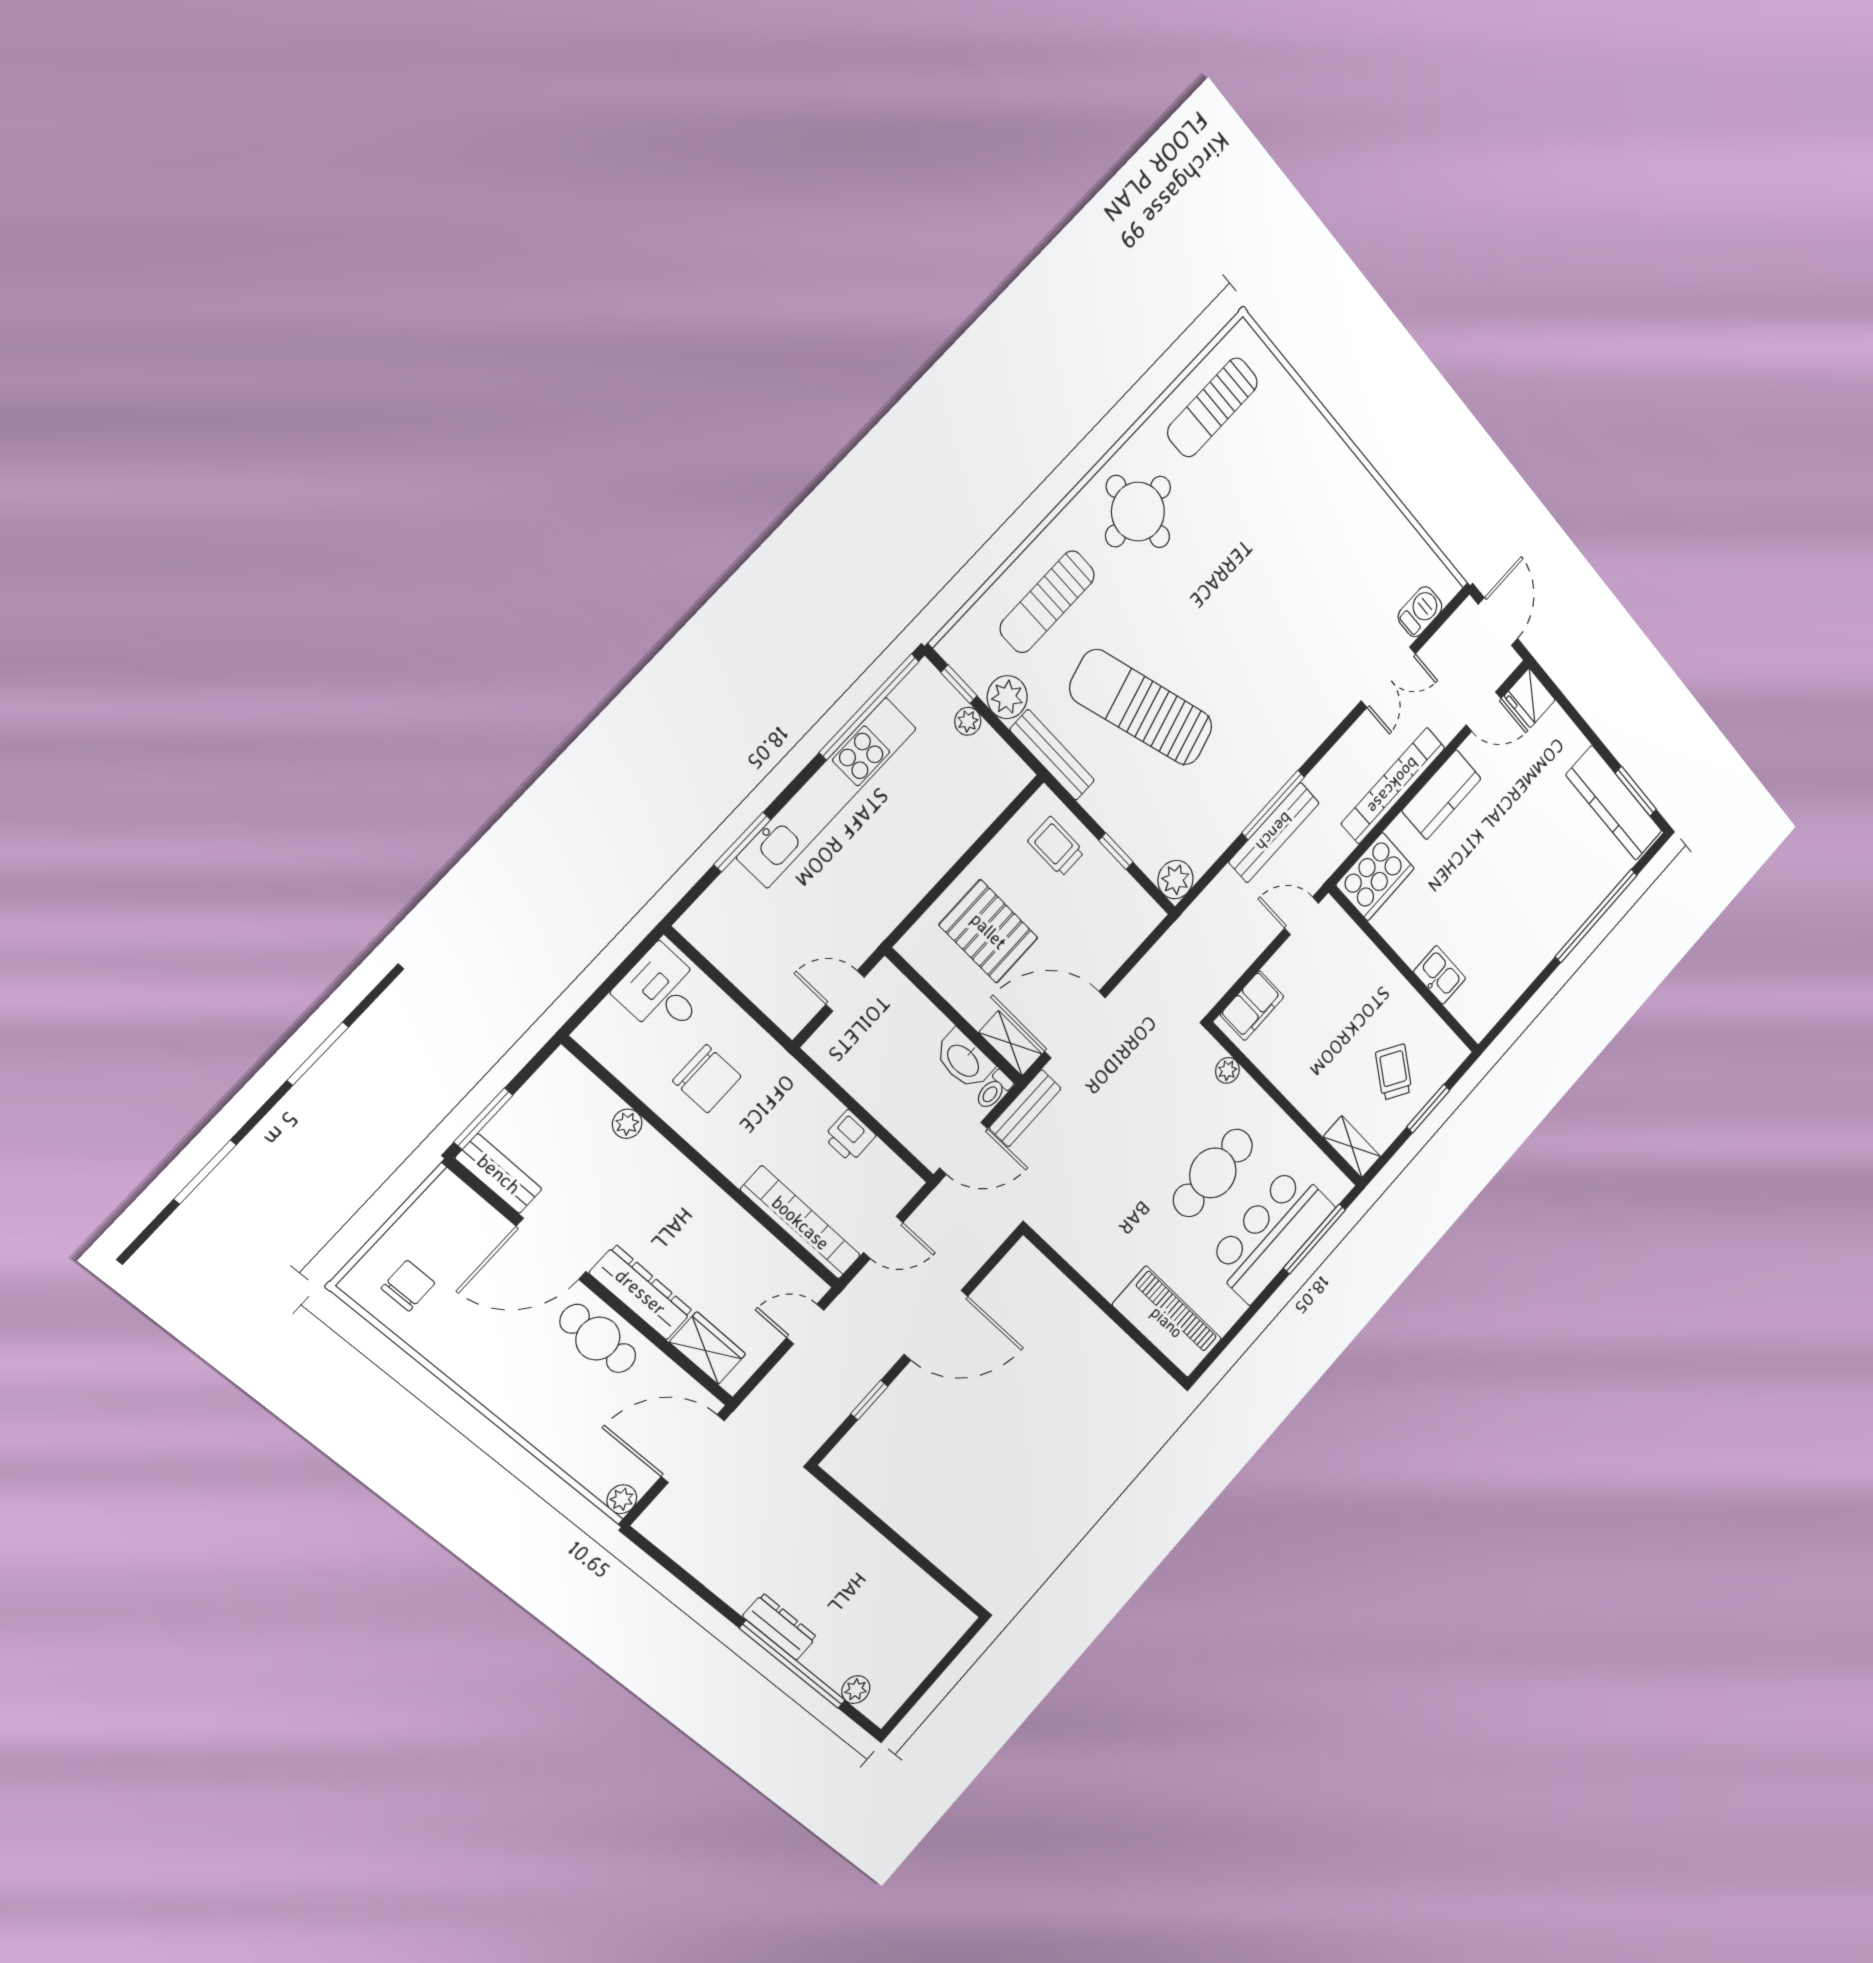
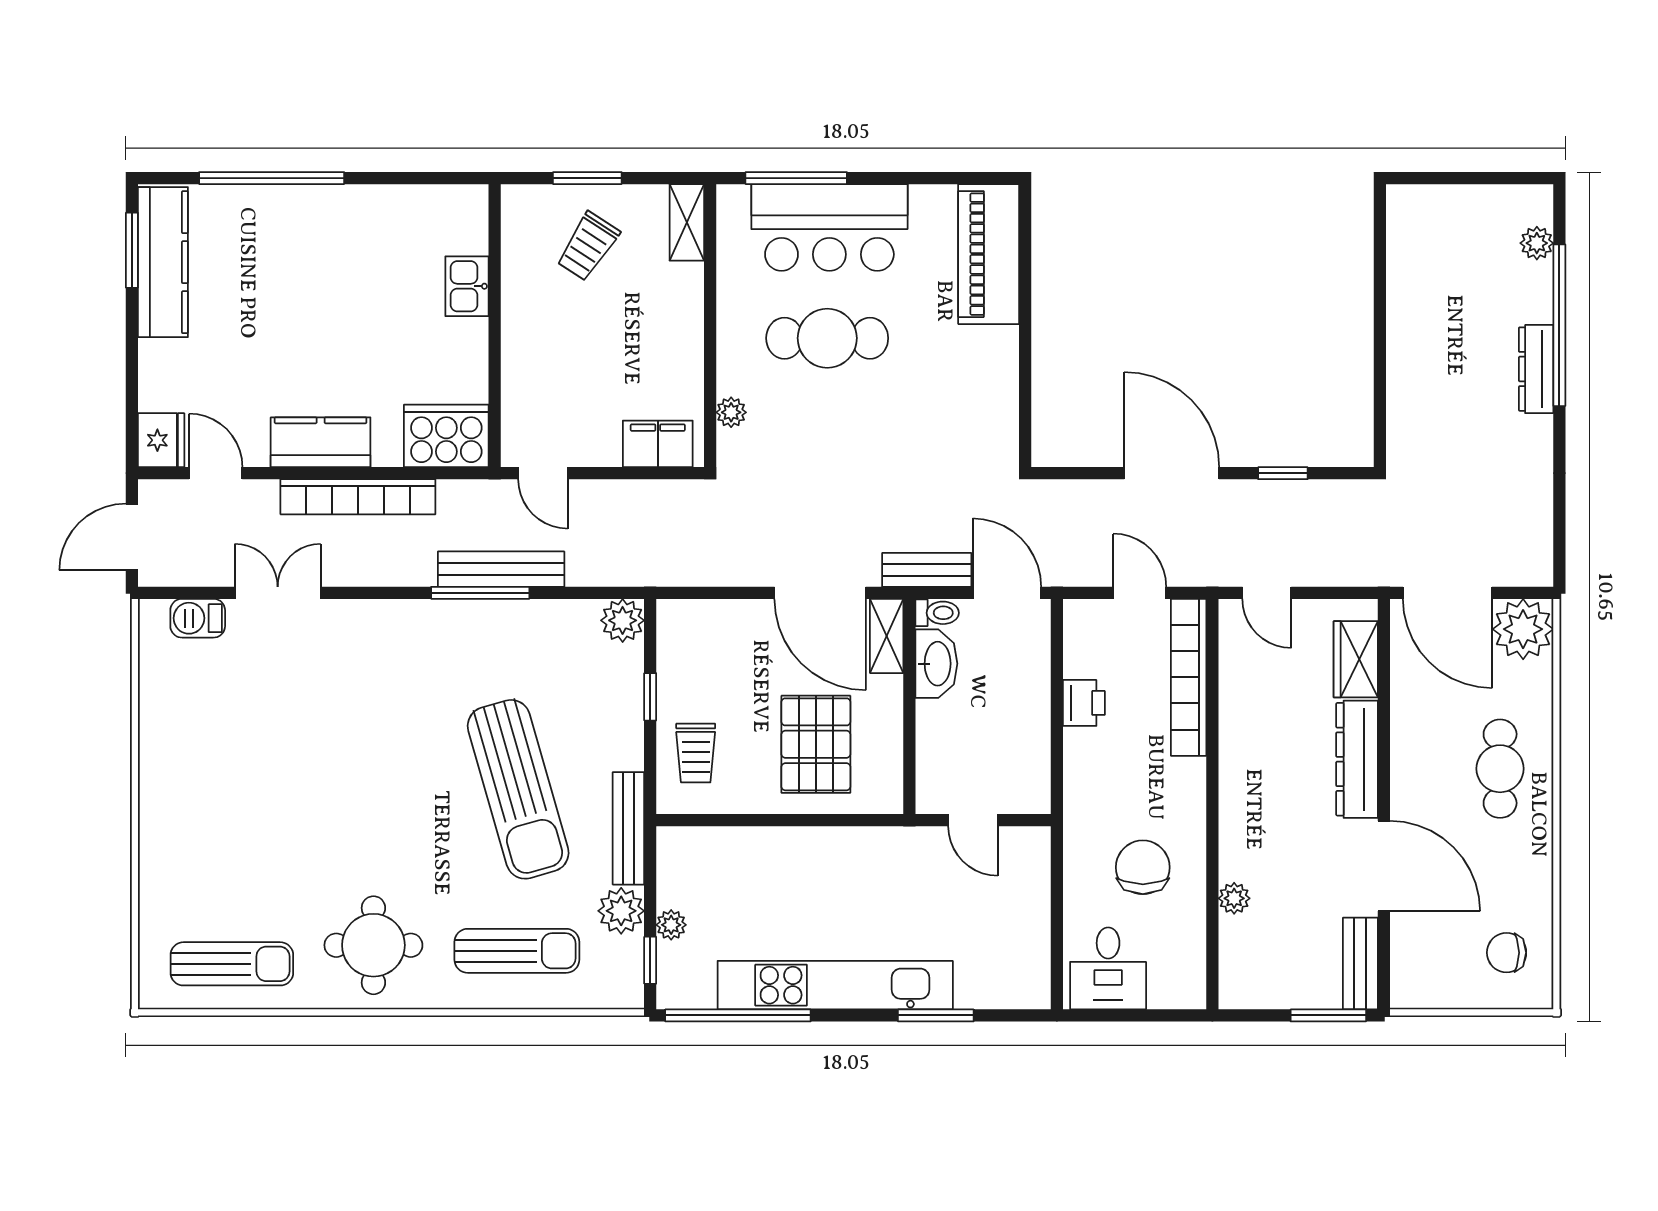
cafe table: (598, 1339) -> (1500, 769), moved
plant: (622, 1499) -> (1523, 629), width x1.88, depth x1.88

